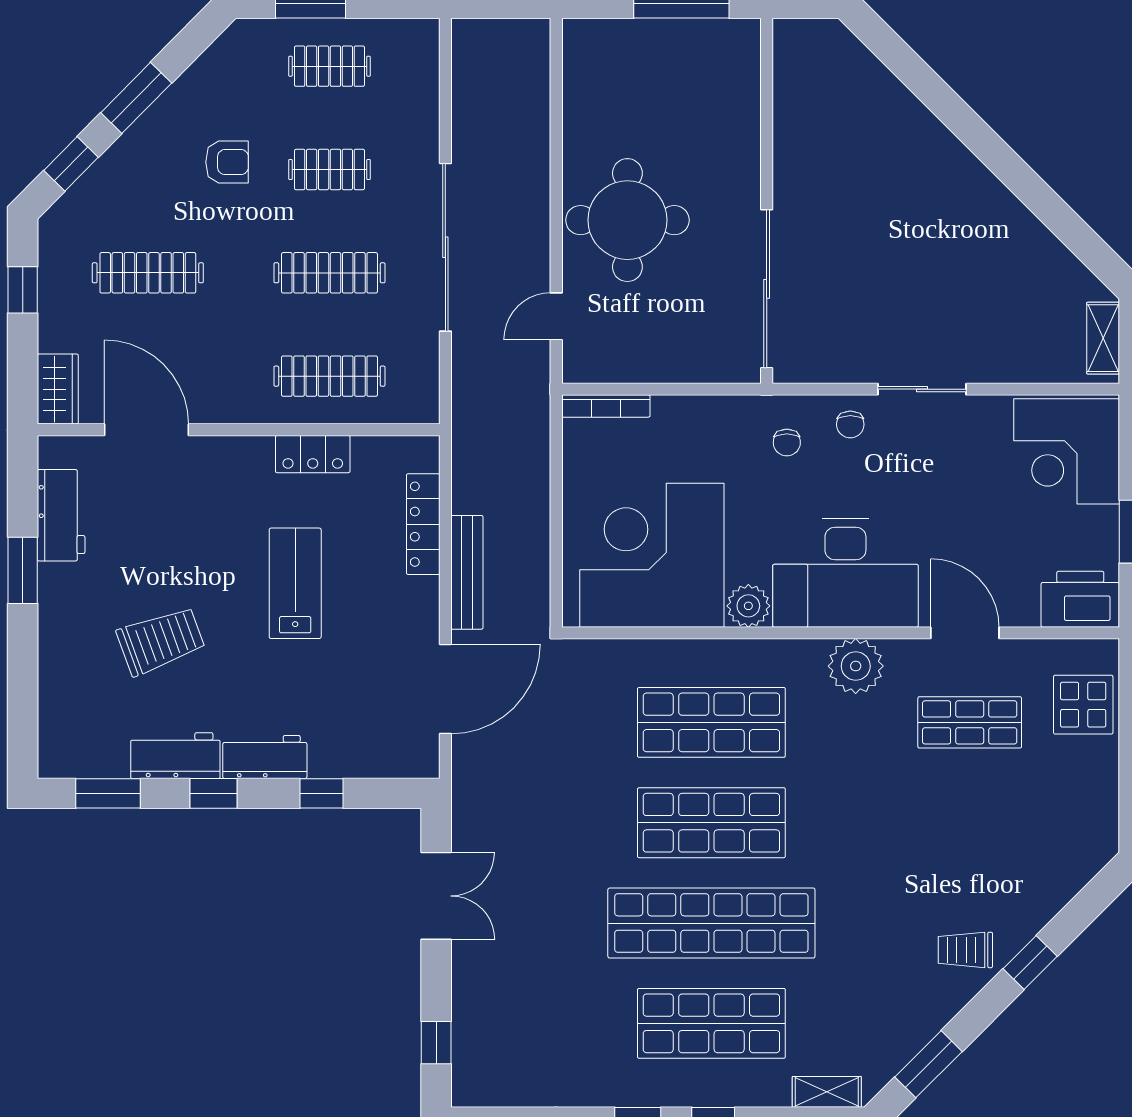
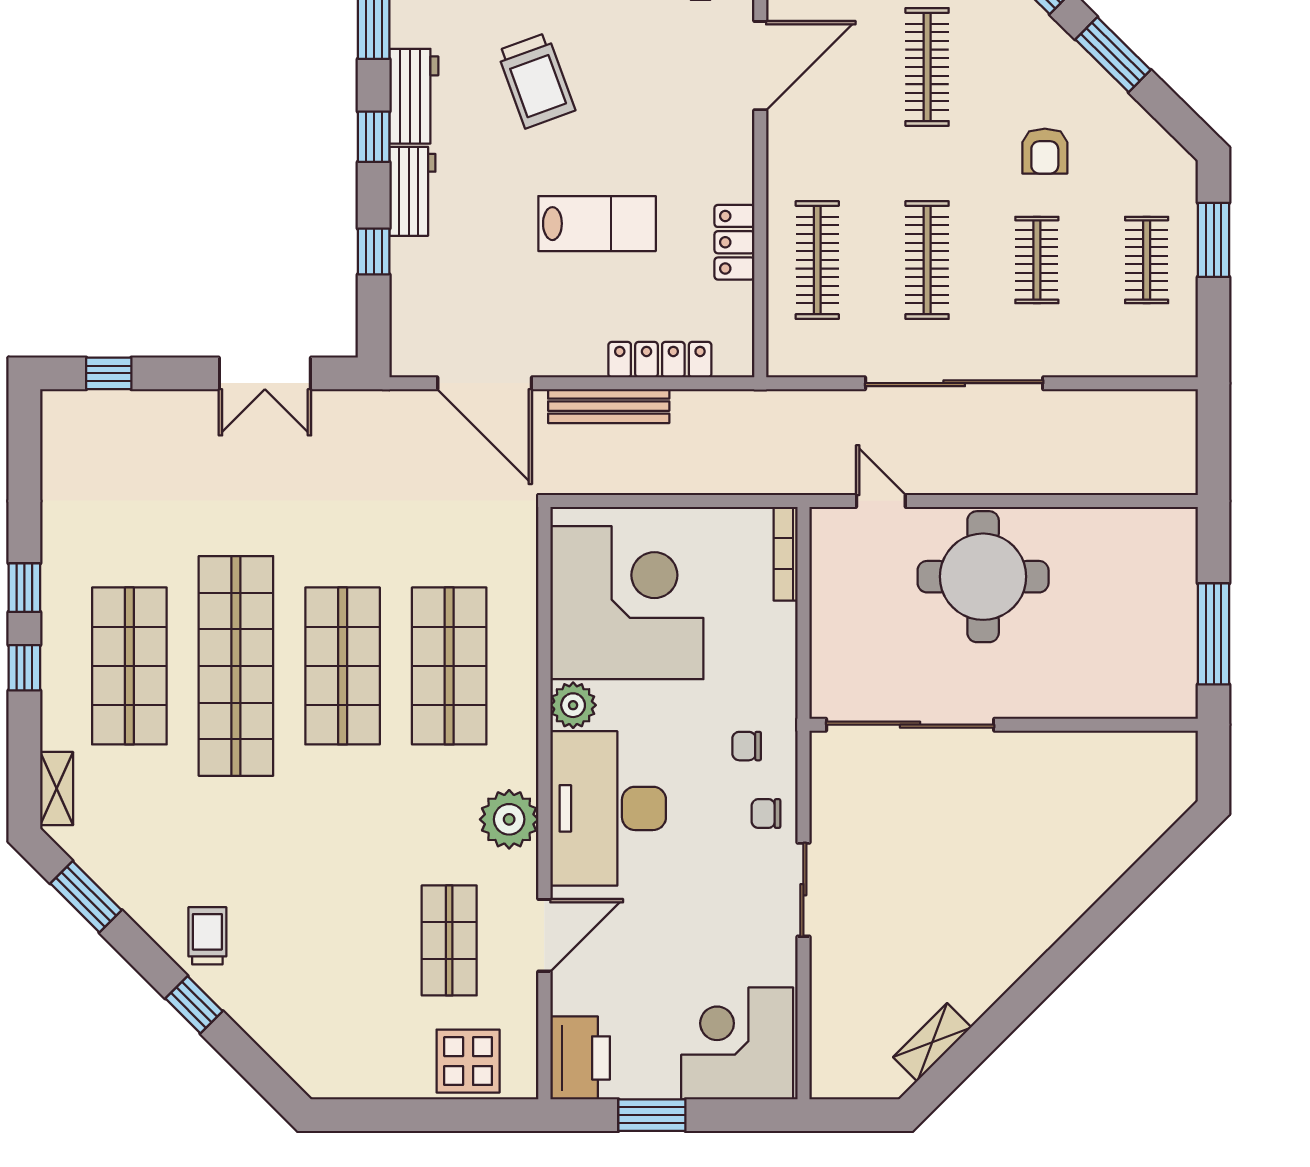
shelving: (1103, 338) -> (932, 1042), moved, turned -45

